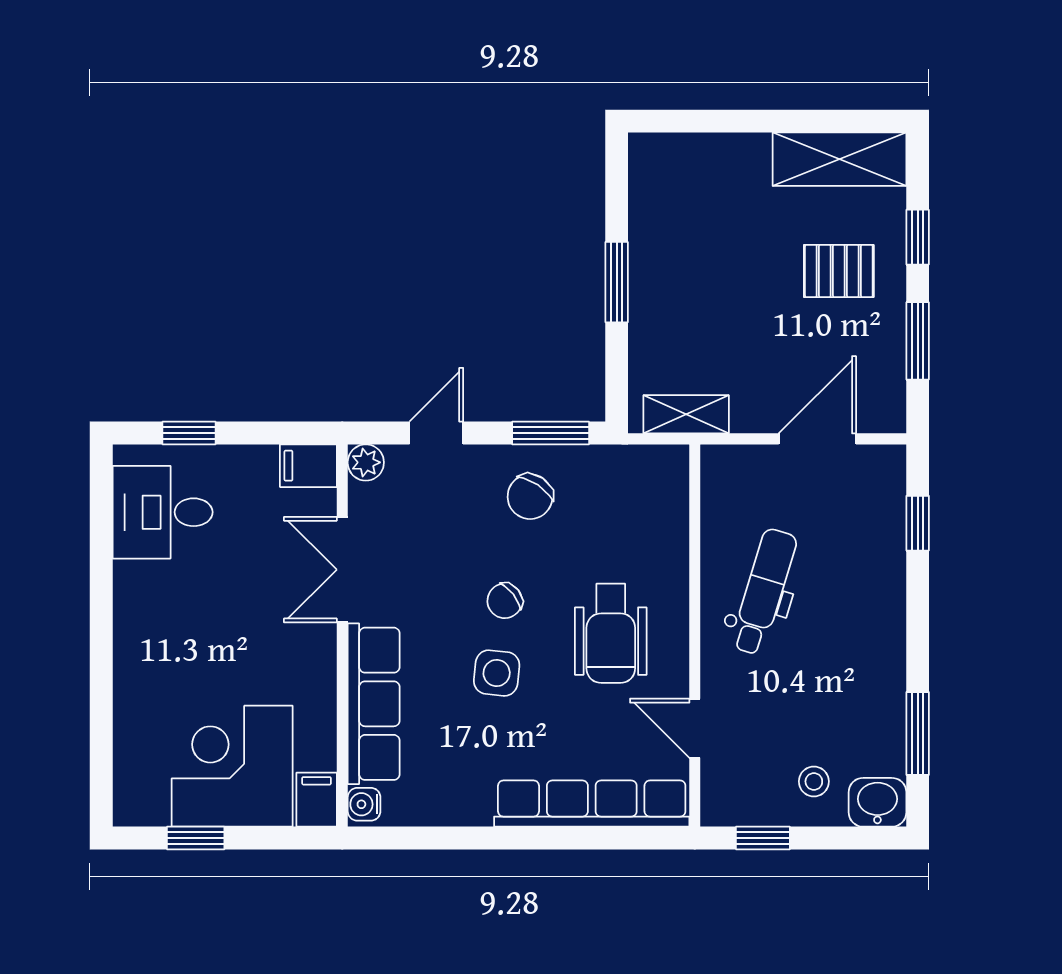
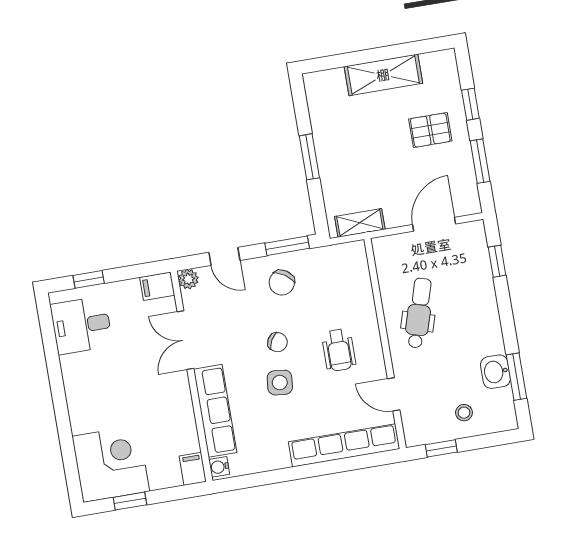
shelving: (839, 159) -> (383, 75), moved
door: (436, 433) -> (224, 256), swing flipped
chair: (505, 601) -> (278, 342), turned -113
wheelchair: (611, 633) -> (339, 350), width x0.73, depth x0.73
corner desk: (232, 766) -> (111, 464), moved, turned 90
washbasin: (877, 802) -> (495, 372), moved, turned -90

